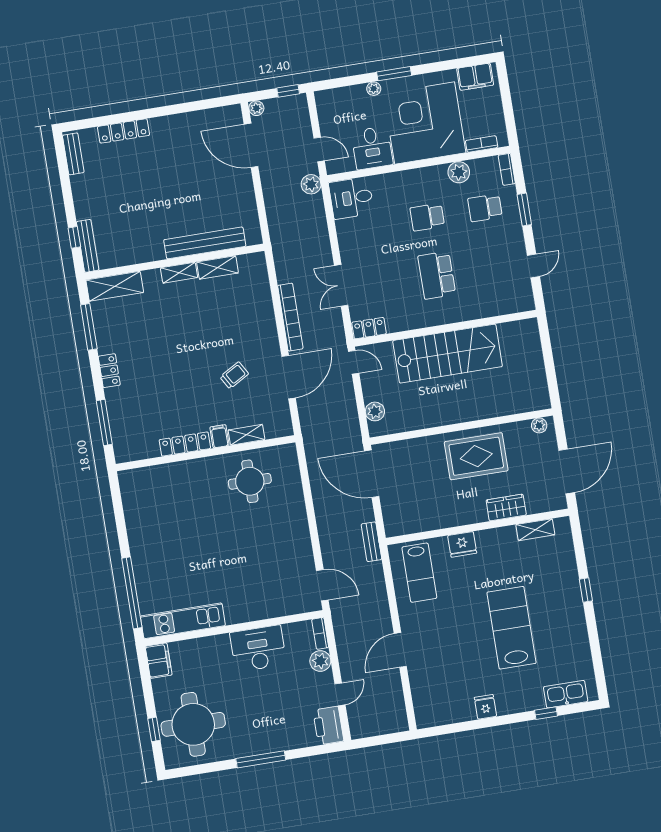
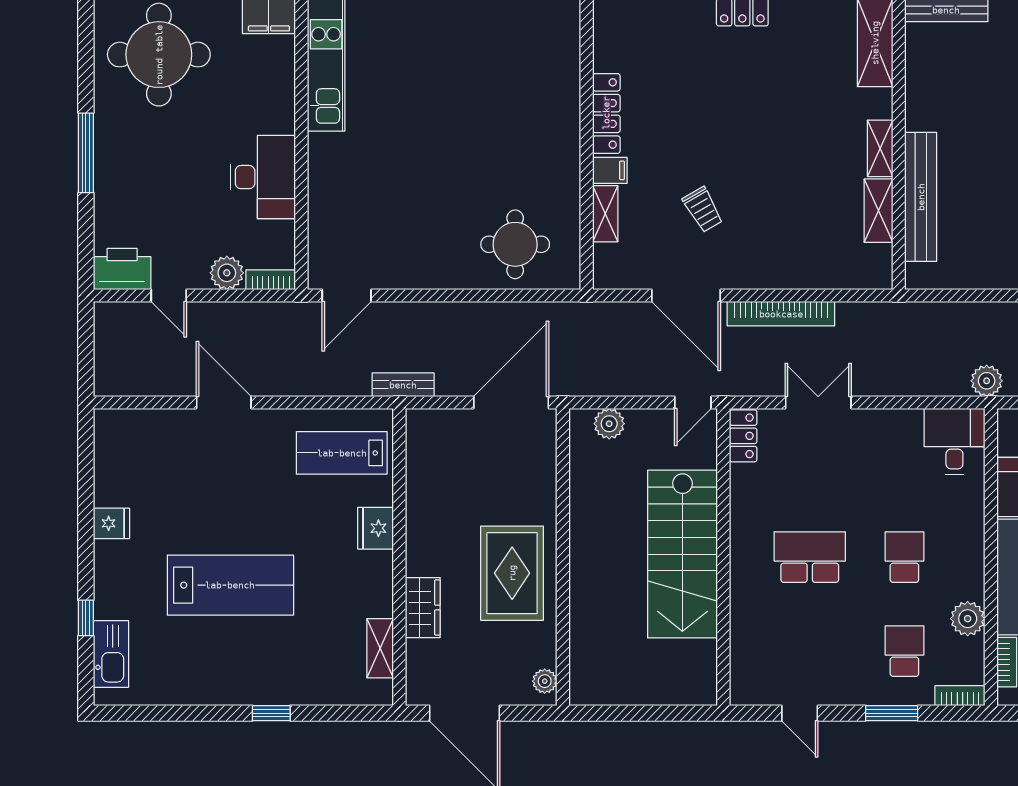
round table: (250, 481) -> (515, 244), moved

